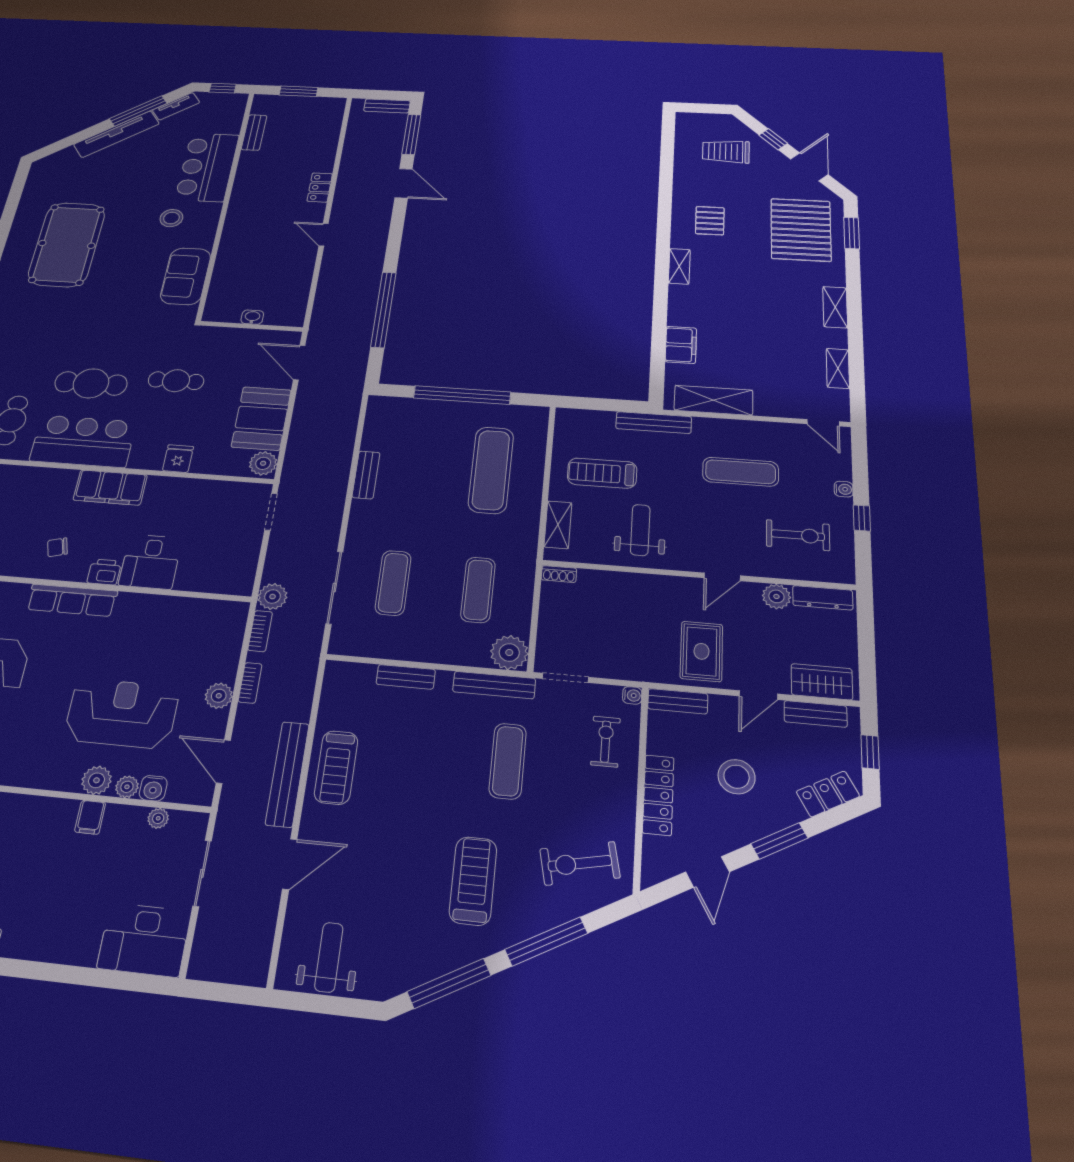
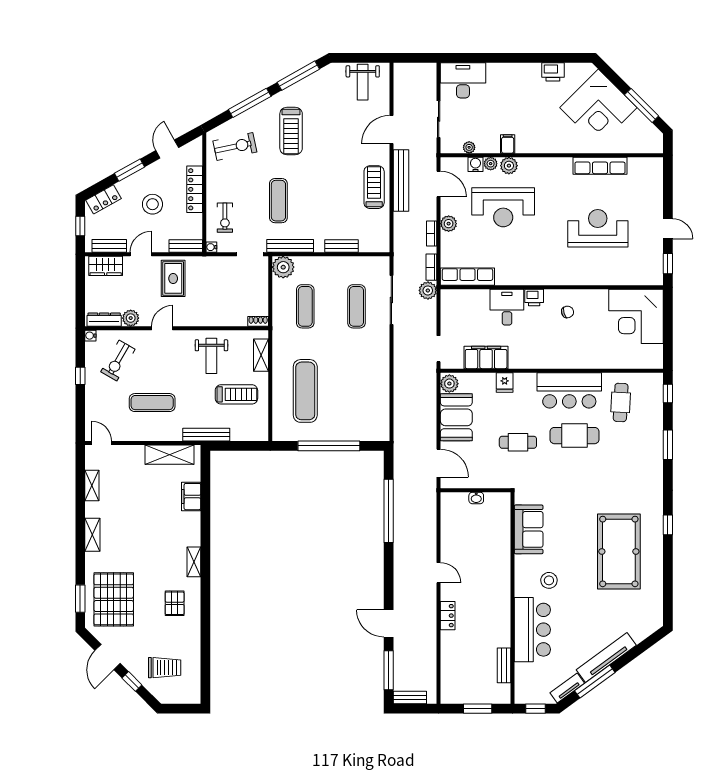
bench: (366, 475) -> (383, 381), removed
filing cabinet: (110, 488) -> (486, 357), moved
water cooler: (844, 489) -> (90, 336), moved
exercise bike: (798, 535) -> (118, 361), turned -60
row of seats: (72, 600) -> (467, 277), moved

